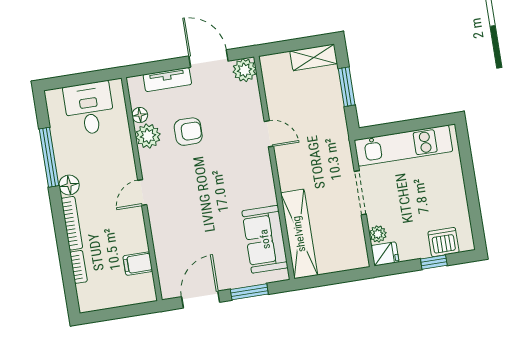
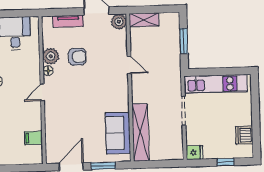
shelving: (314, 57) -> (144, 20), moved
floor lamp: (140, 115) -> (48, 71), moved
plant: (378, 234) -> (191, 139), removed
dishwasher: (443, 242) -> (244, 135), moved, turned -90

